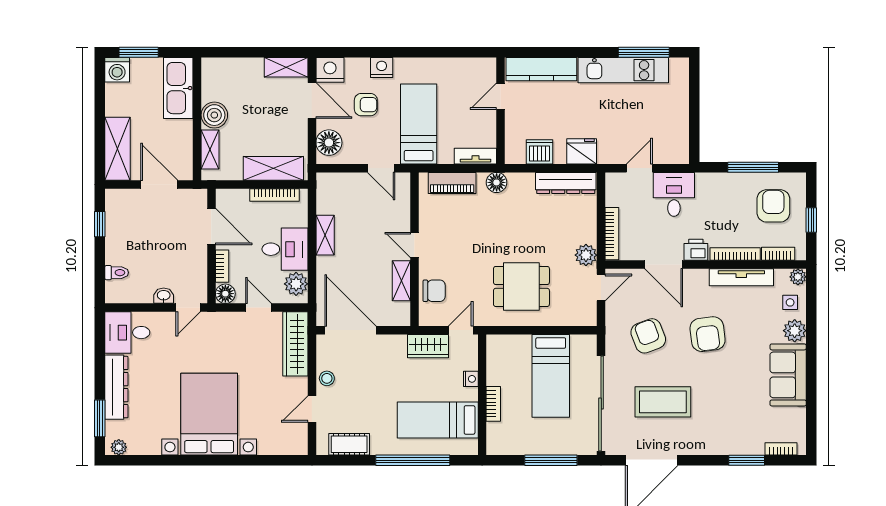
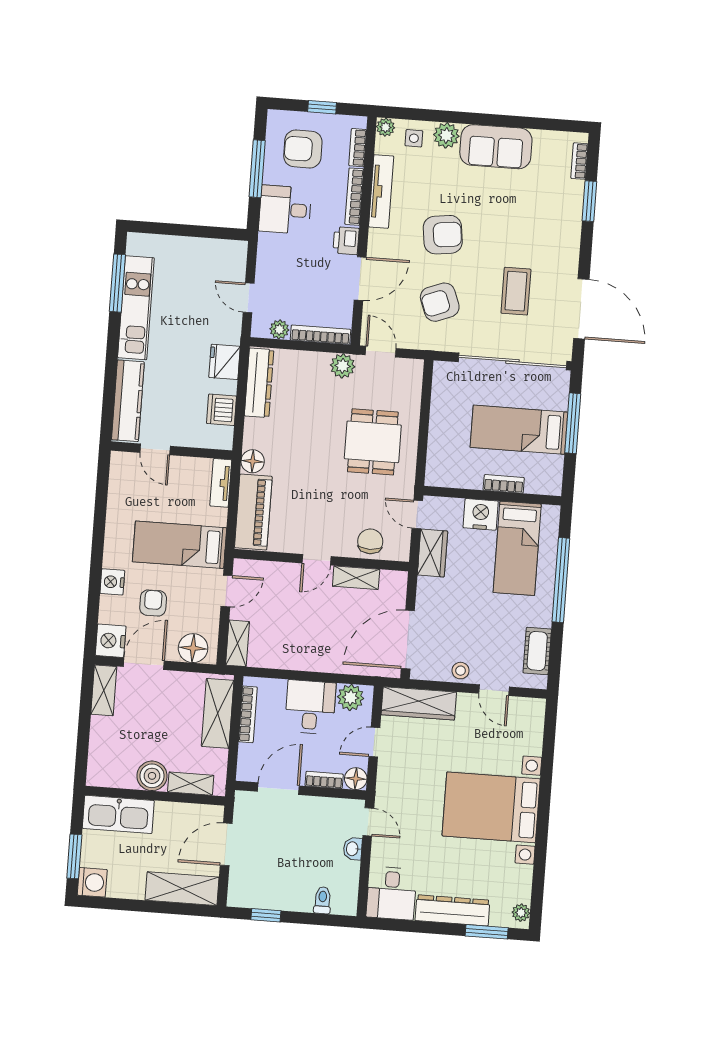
piano: (452, 183) -> (253, 512), width x1.37, depth x1.33
desk: (674, 194) -> (285, 210), moved
plant: (614, 197) -> (279, 329), added
shelving: (325, 235) -> (238, 643), moved, turned 90
bed: (551, 376) -> (519, 430), moved, turned 180
nightstand: (471, 379) -> (481, 514), width x1.89, depth x1.79
coffee table: (663, 402) -> (516, 291), width x0.73, depth x0.76

